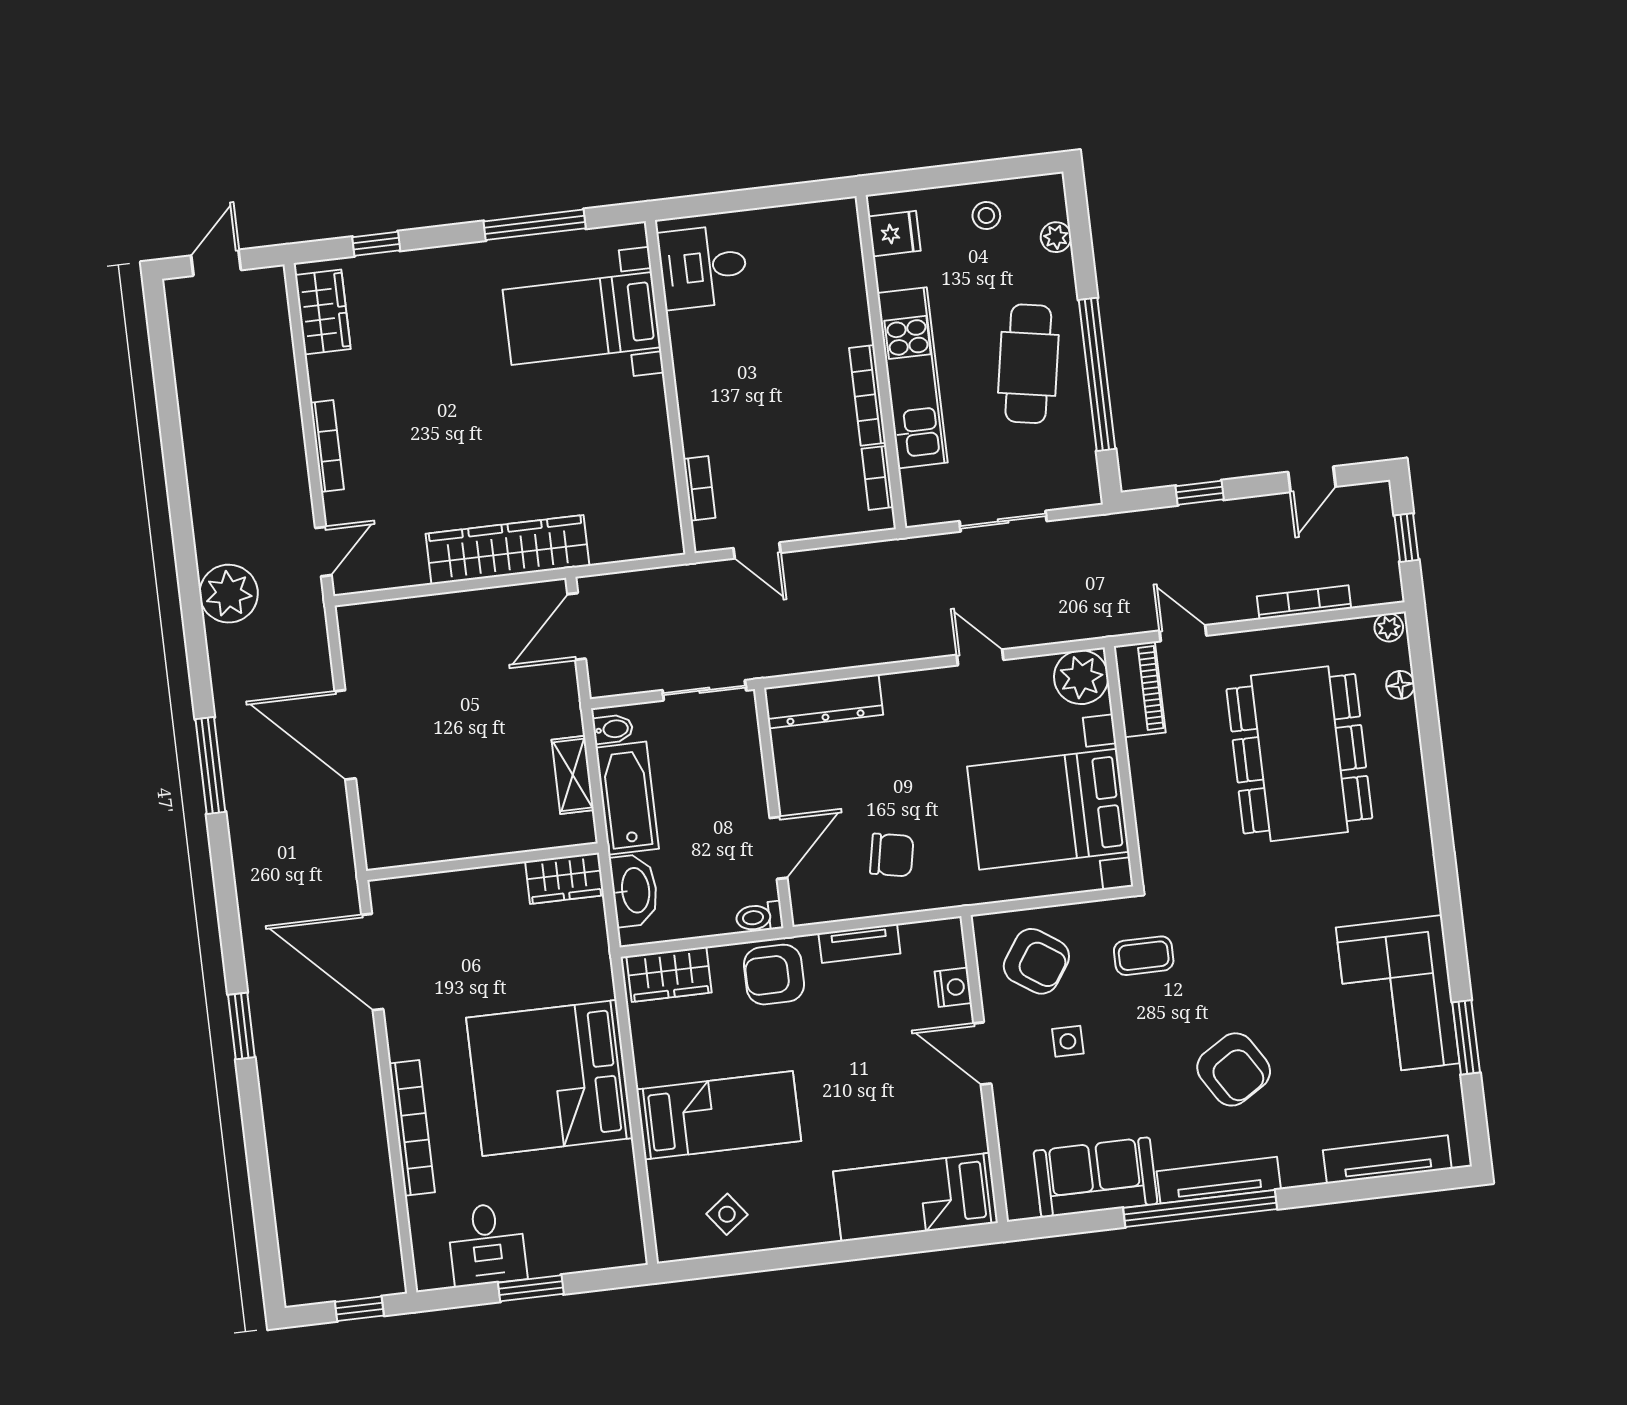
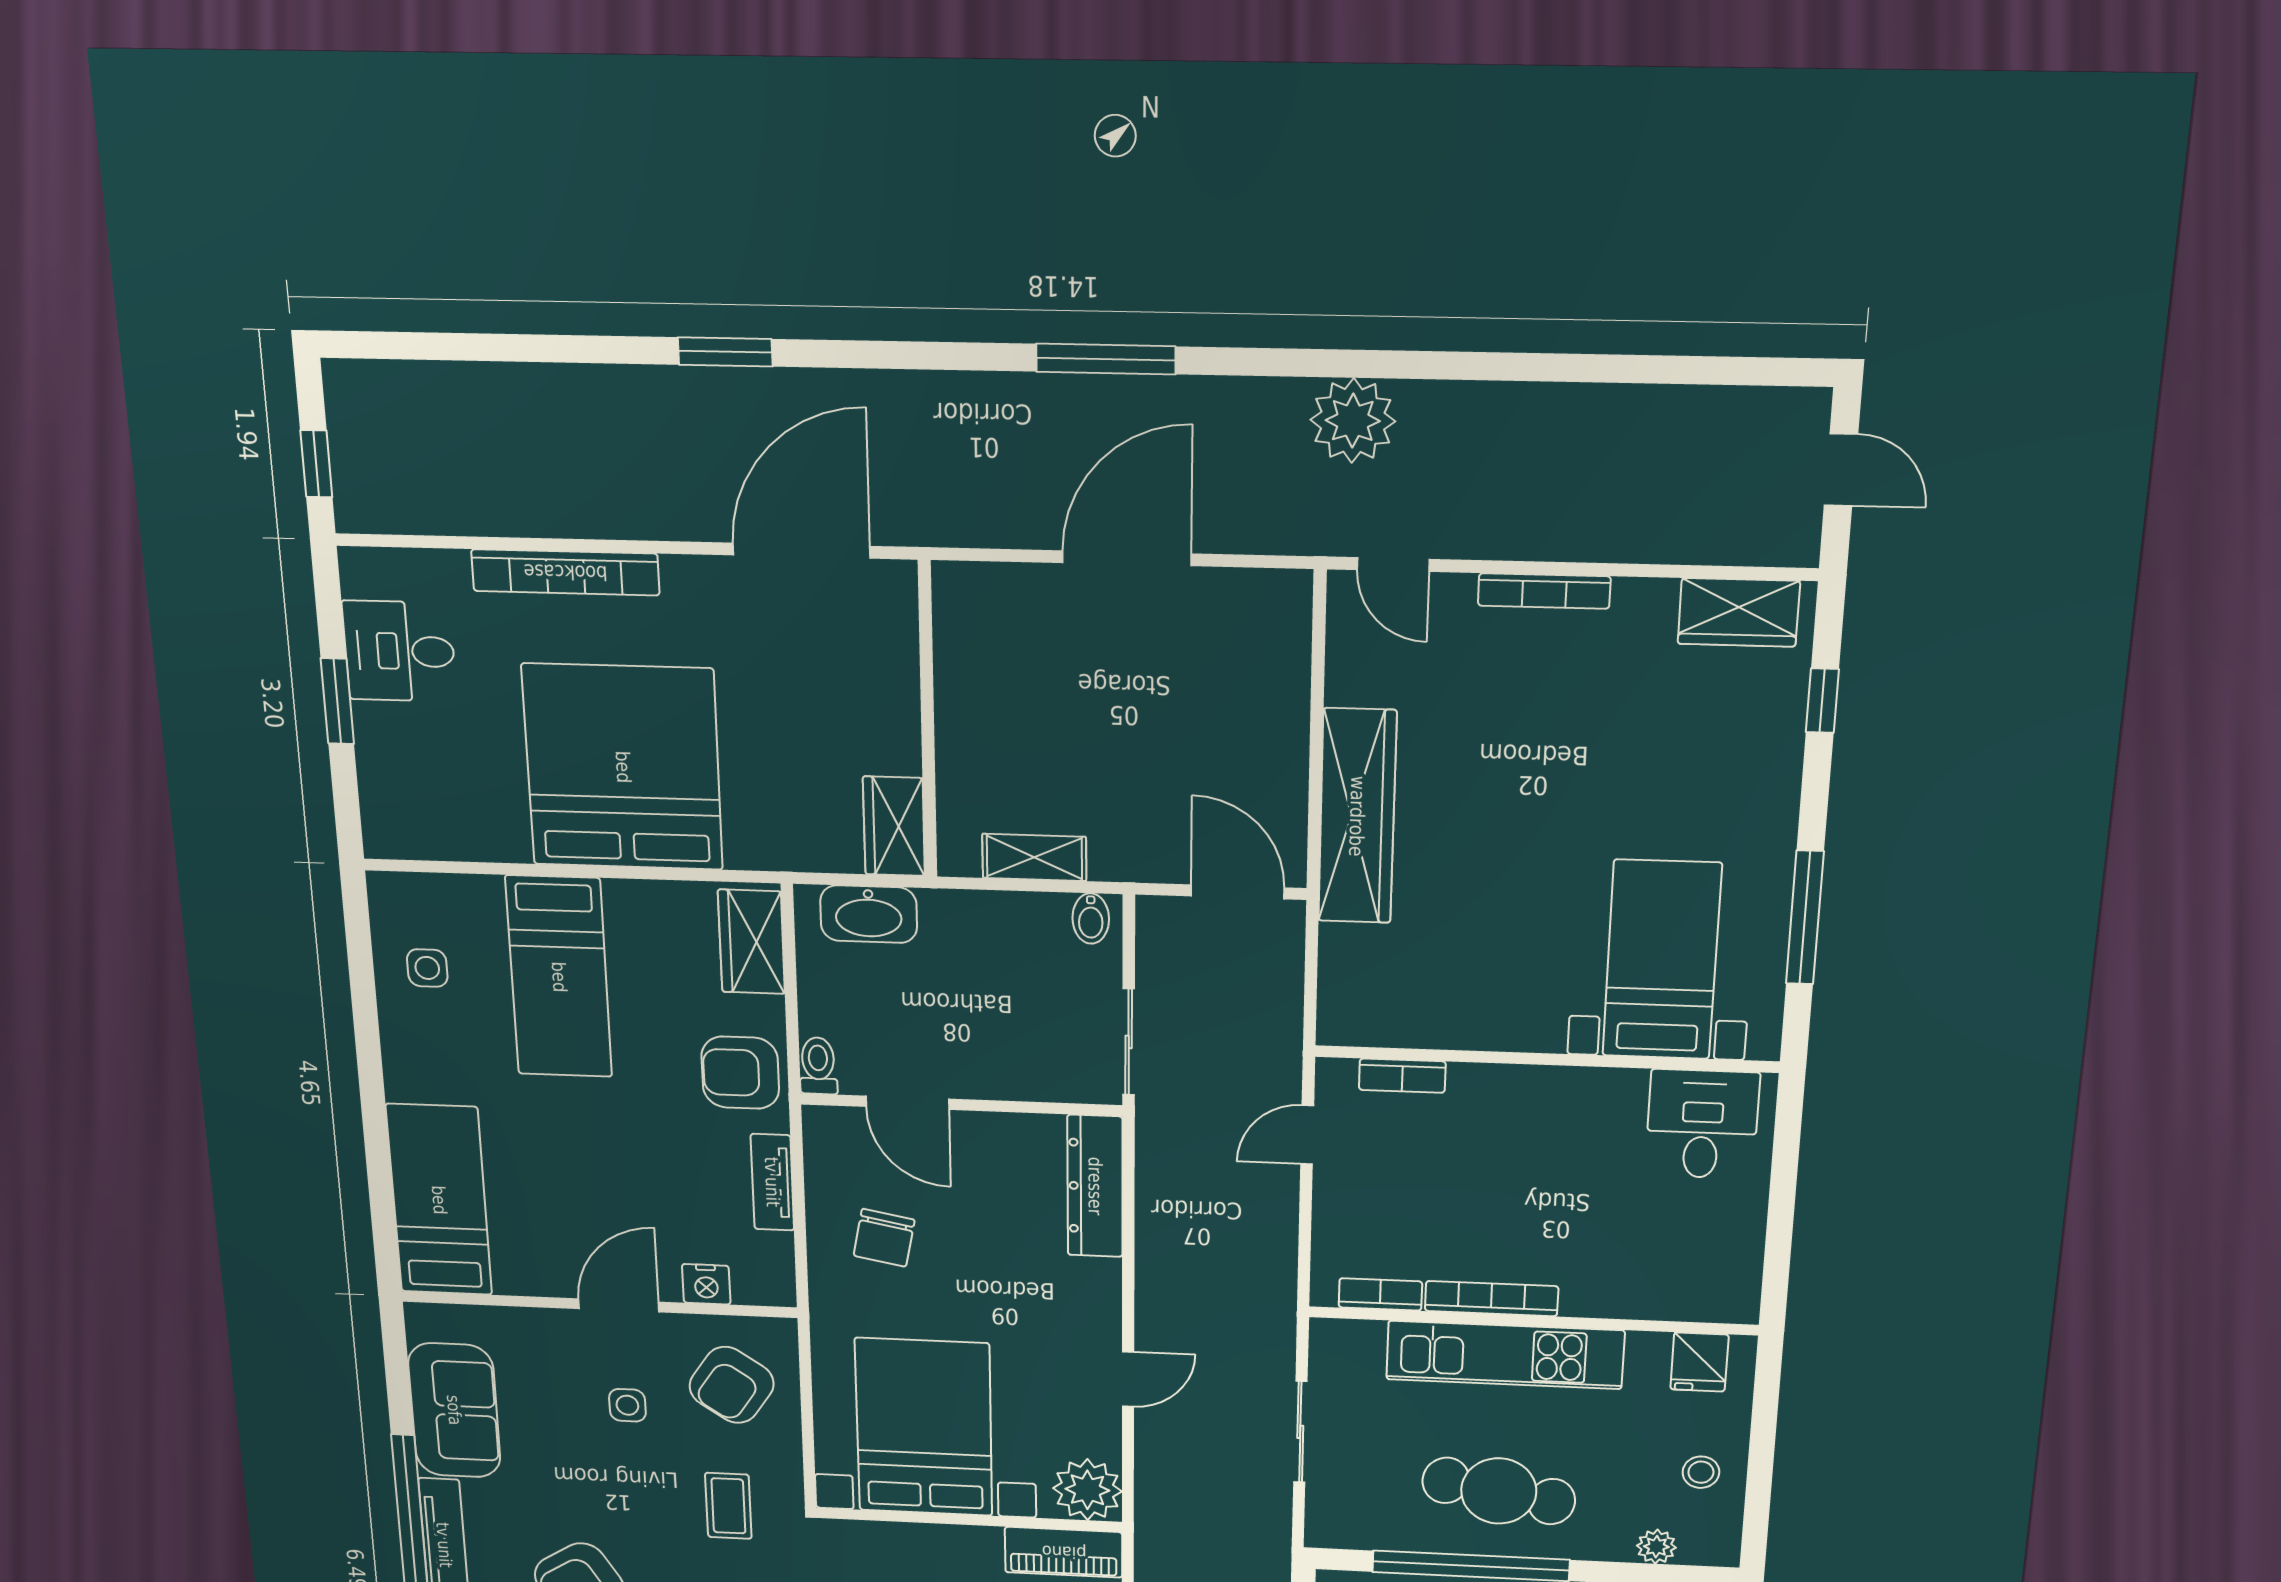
bathtub: (627, 798) -> (995, 923), removed
armchair: (774, 975) -> (740, 1073), turned -90
side table: (727, 1214) -> (427, 968), turned 37

